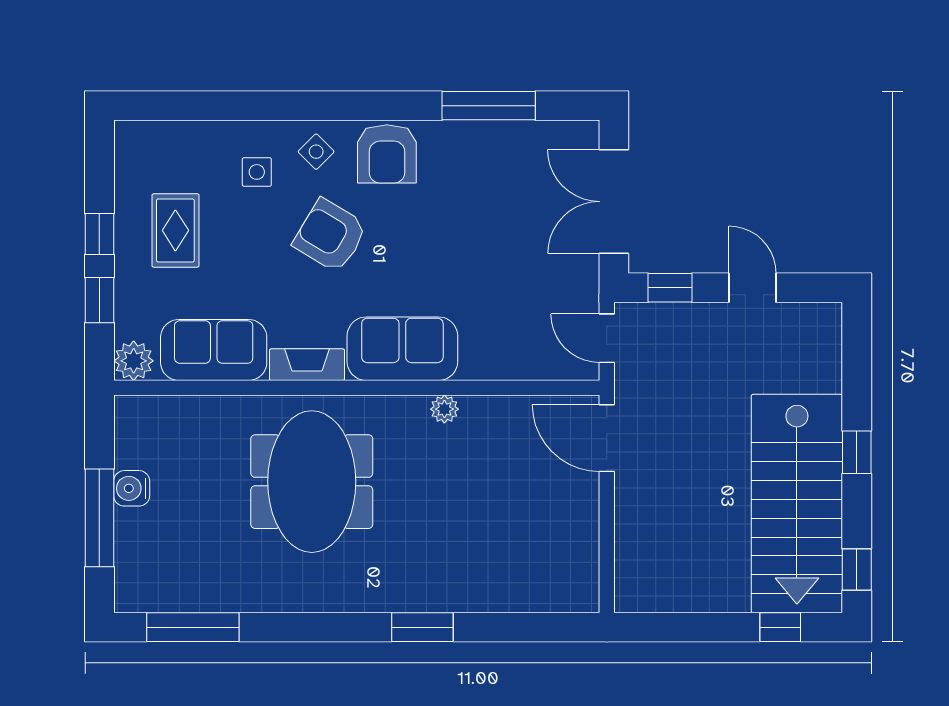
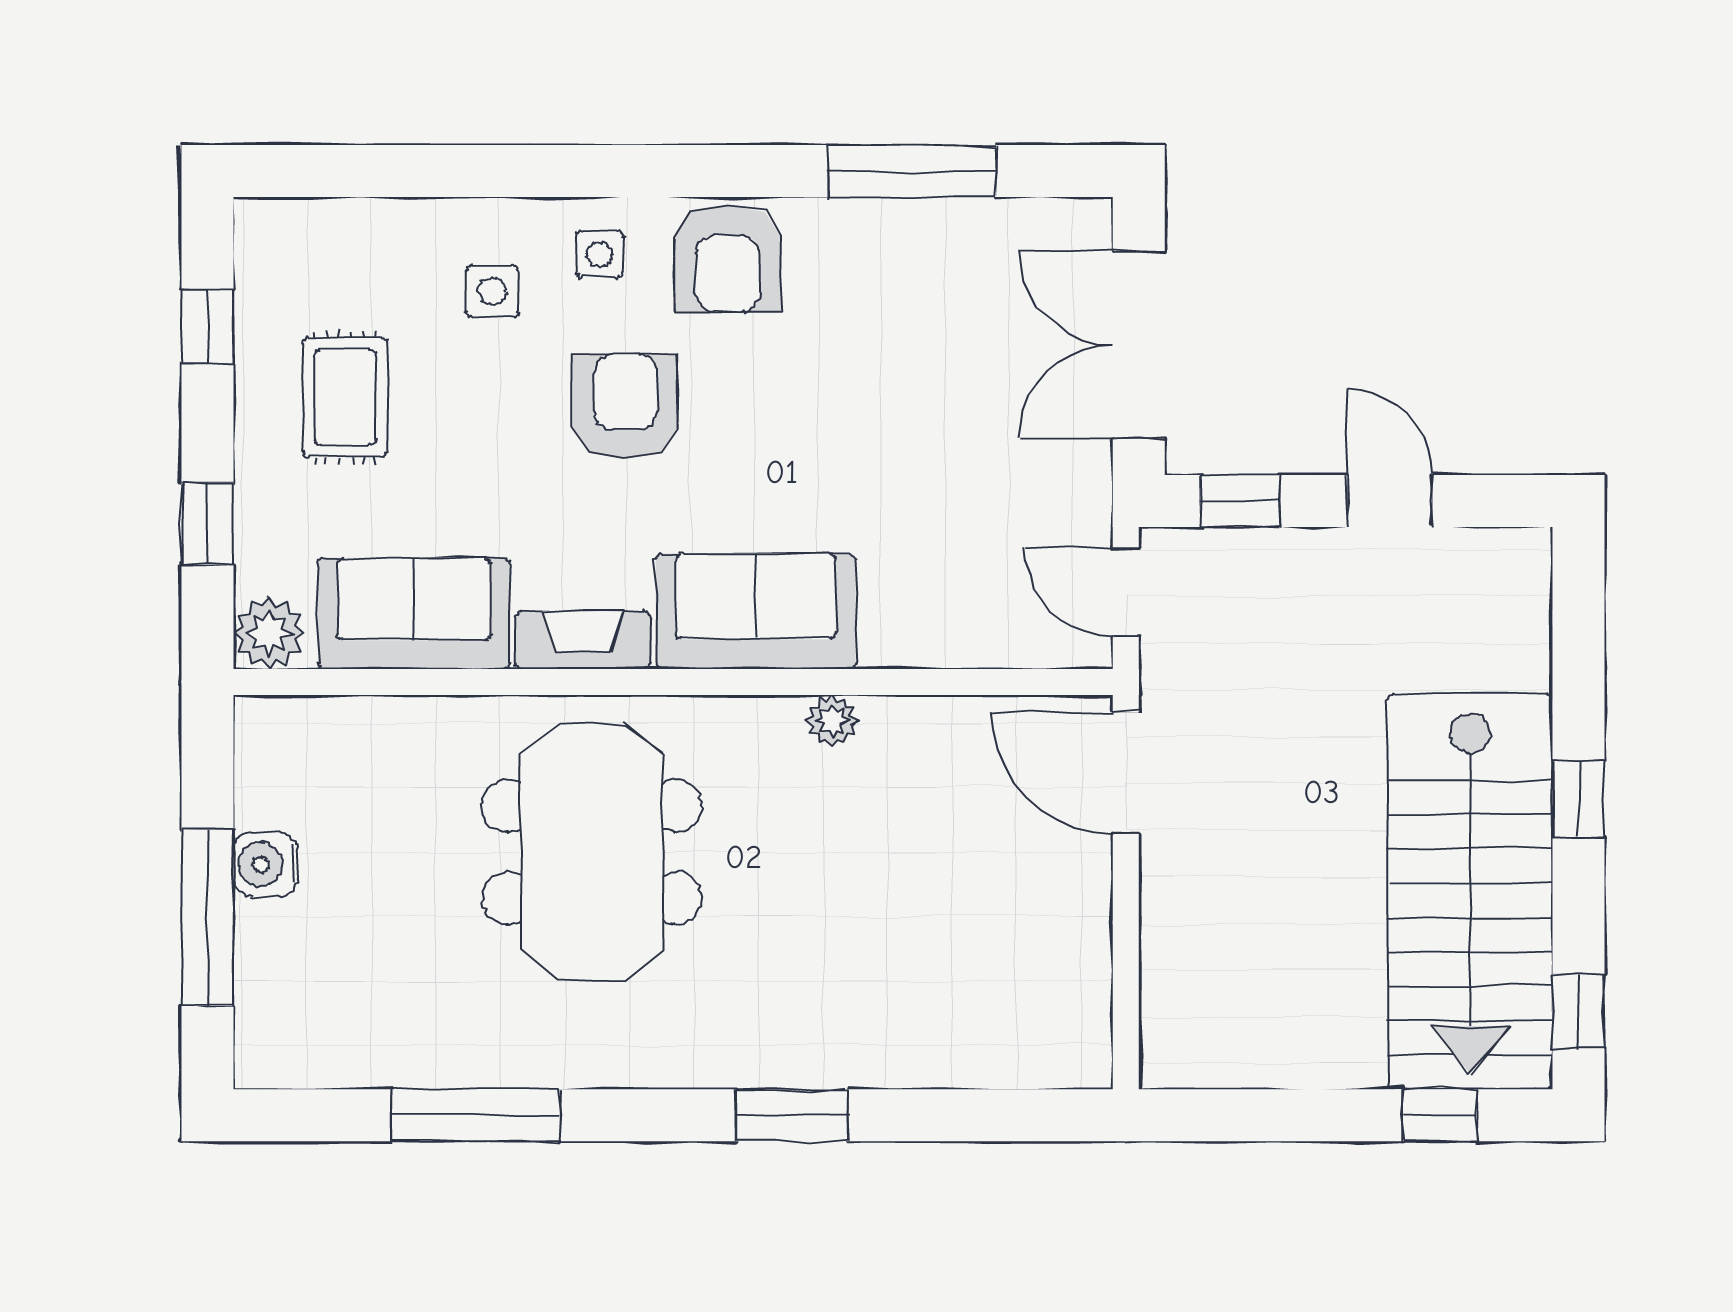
side table: (316, 152) -> (600, 254), turned 45
window: (99, 234) -> (207, 326), moved
armchair: (330, 236) -> (625, 406), turned 59
window: (193, 627) -> (476, 1115), moved

